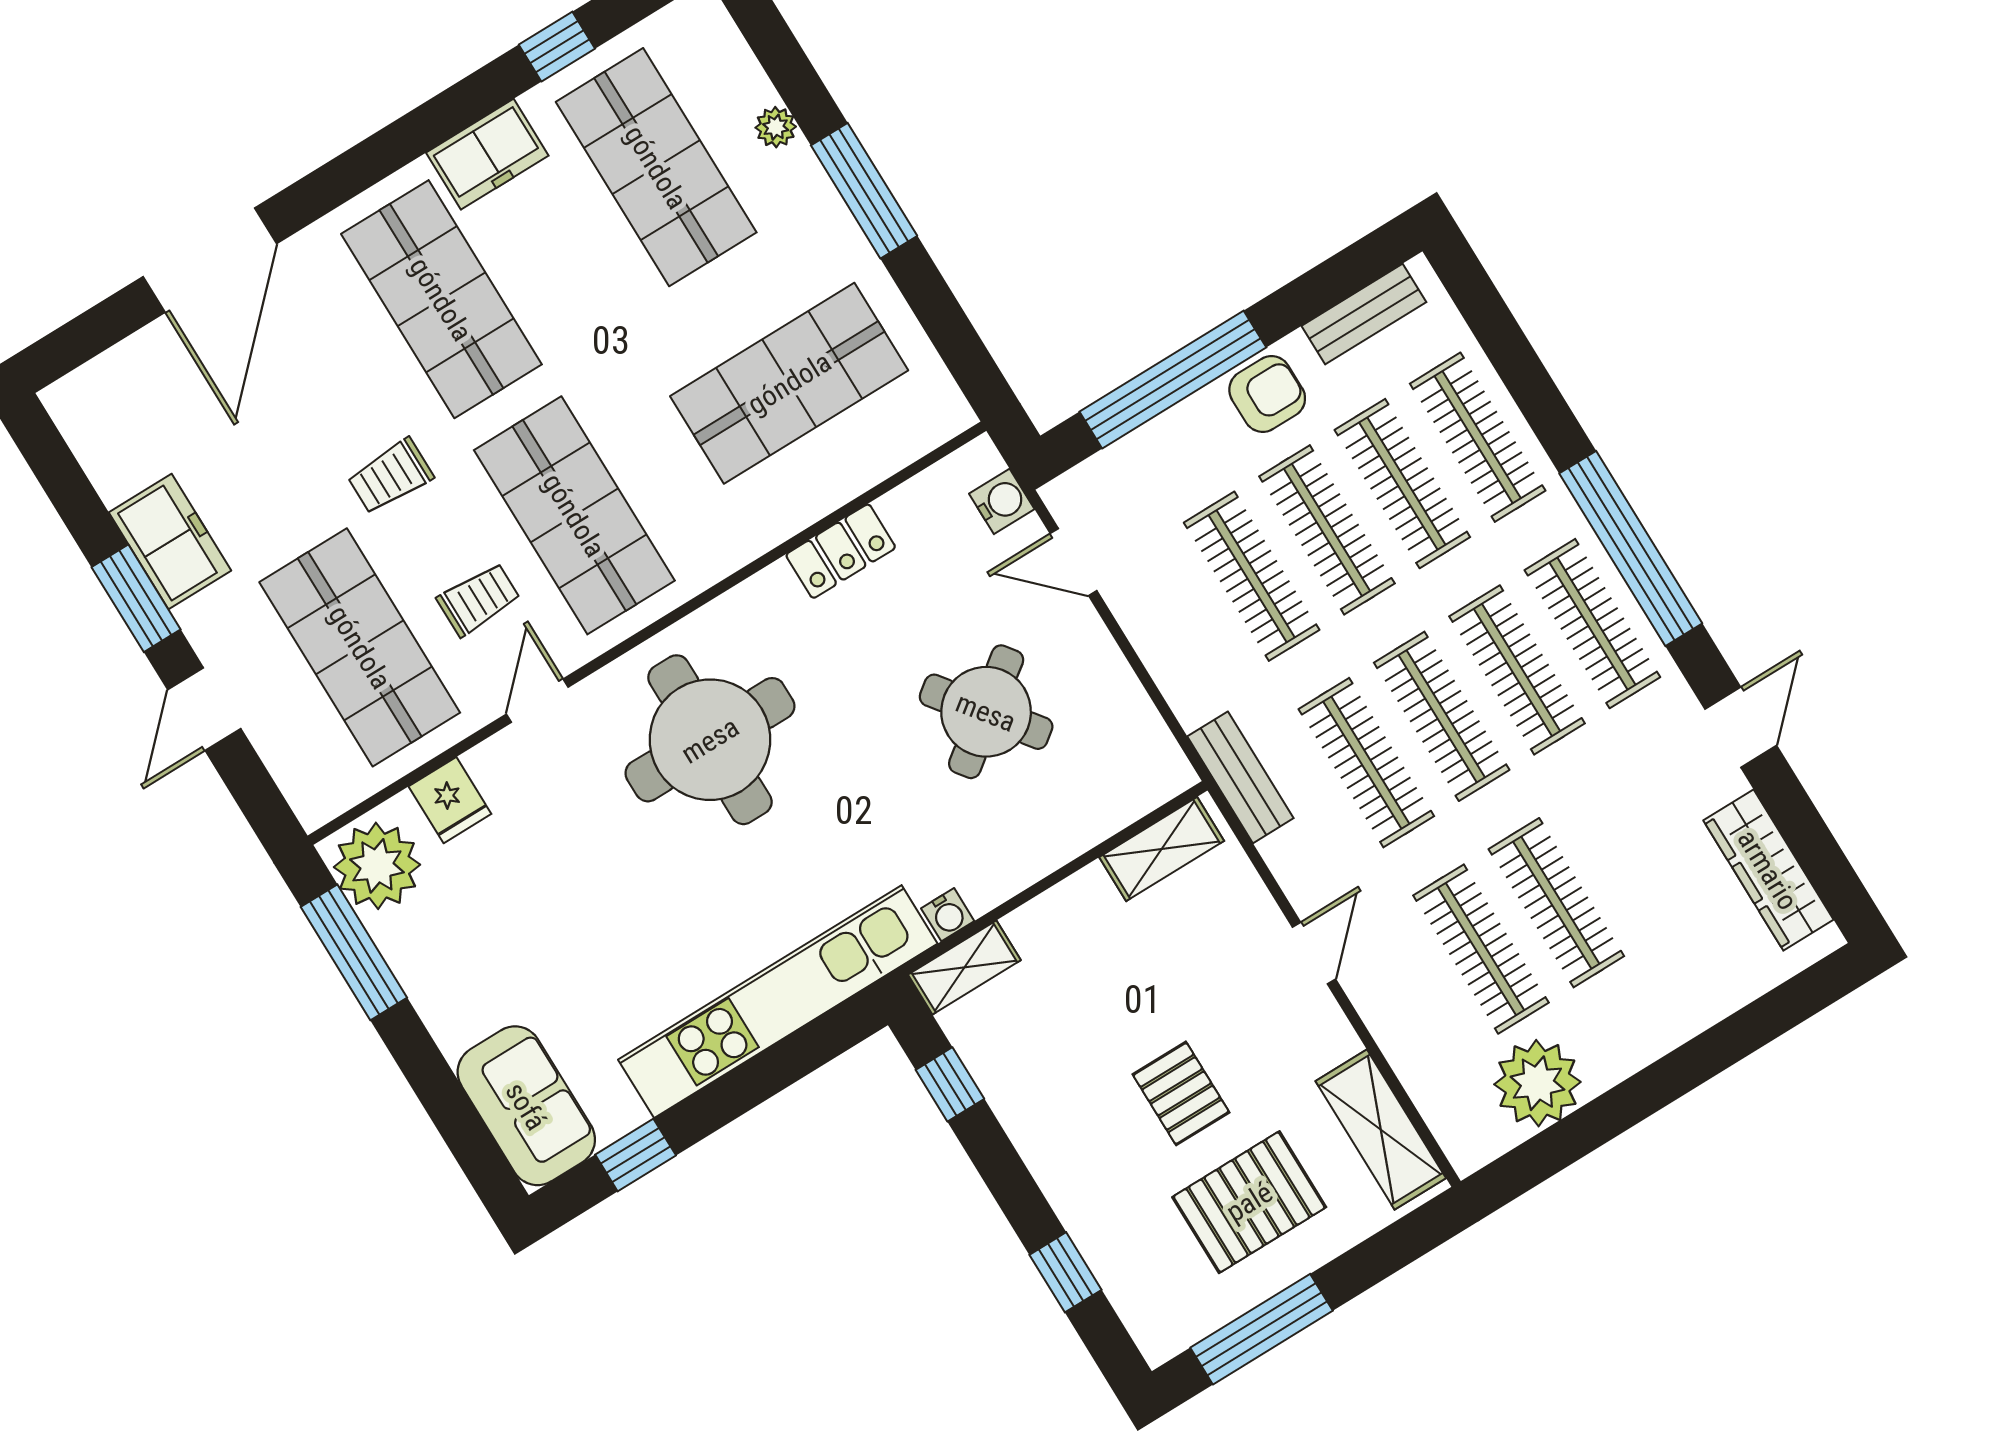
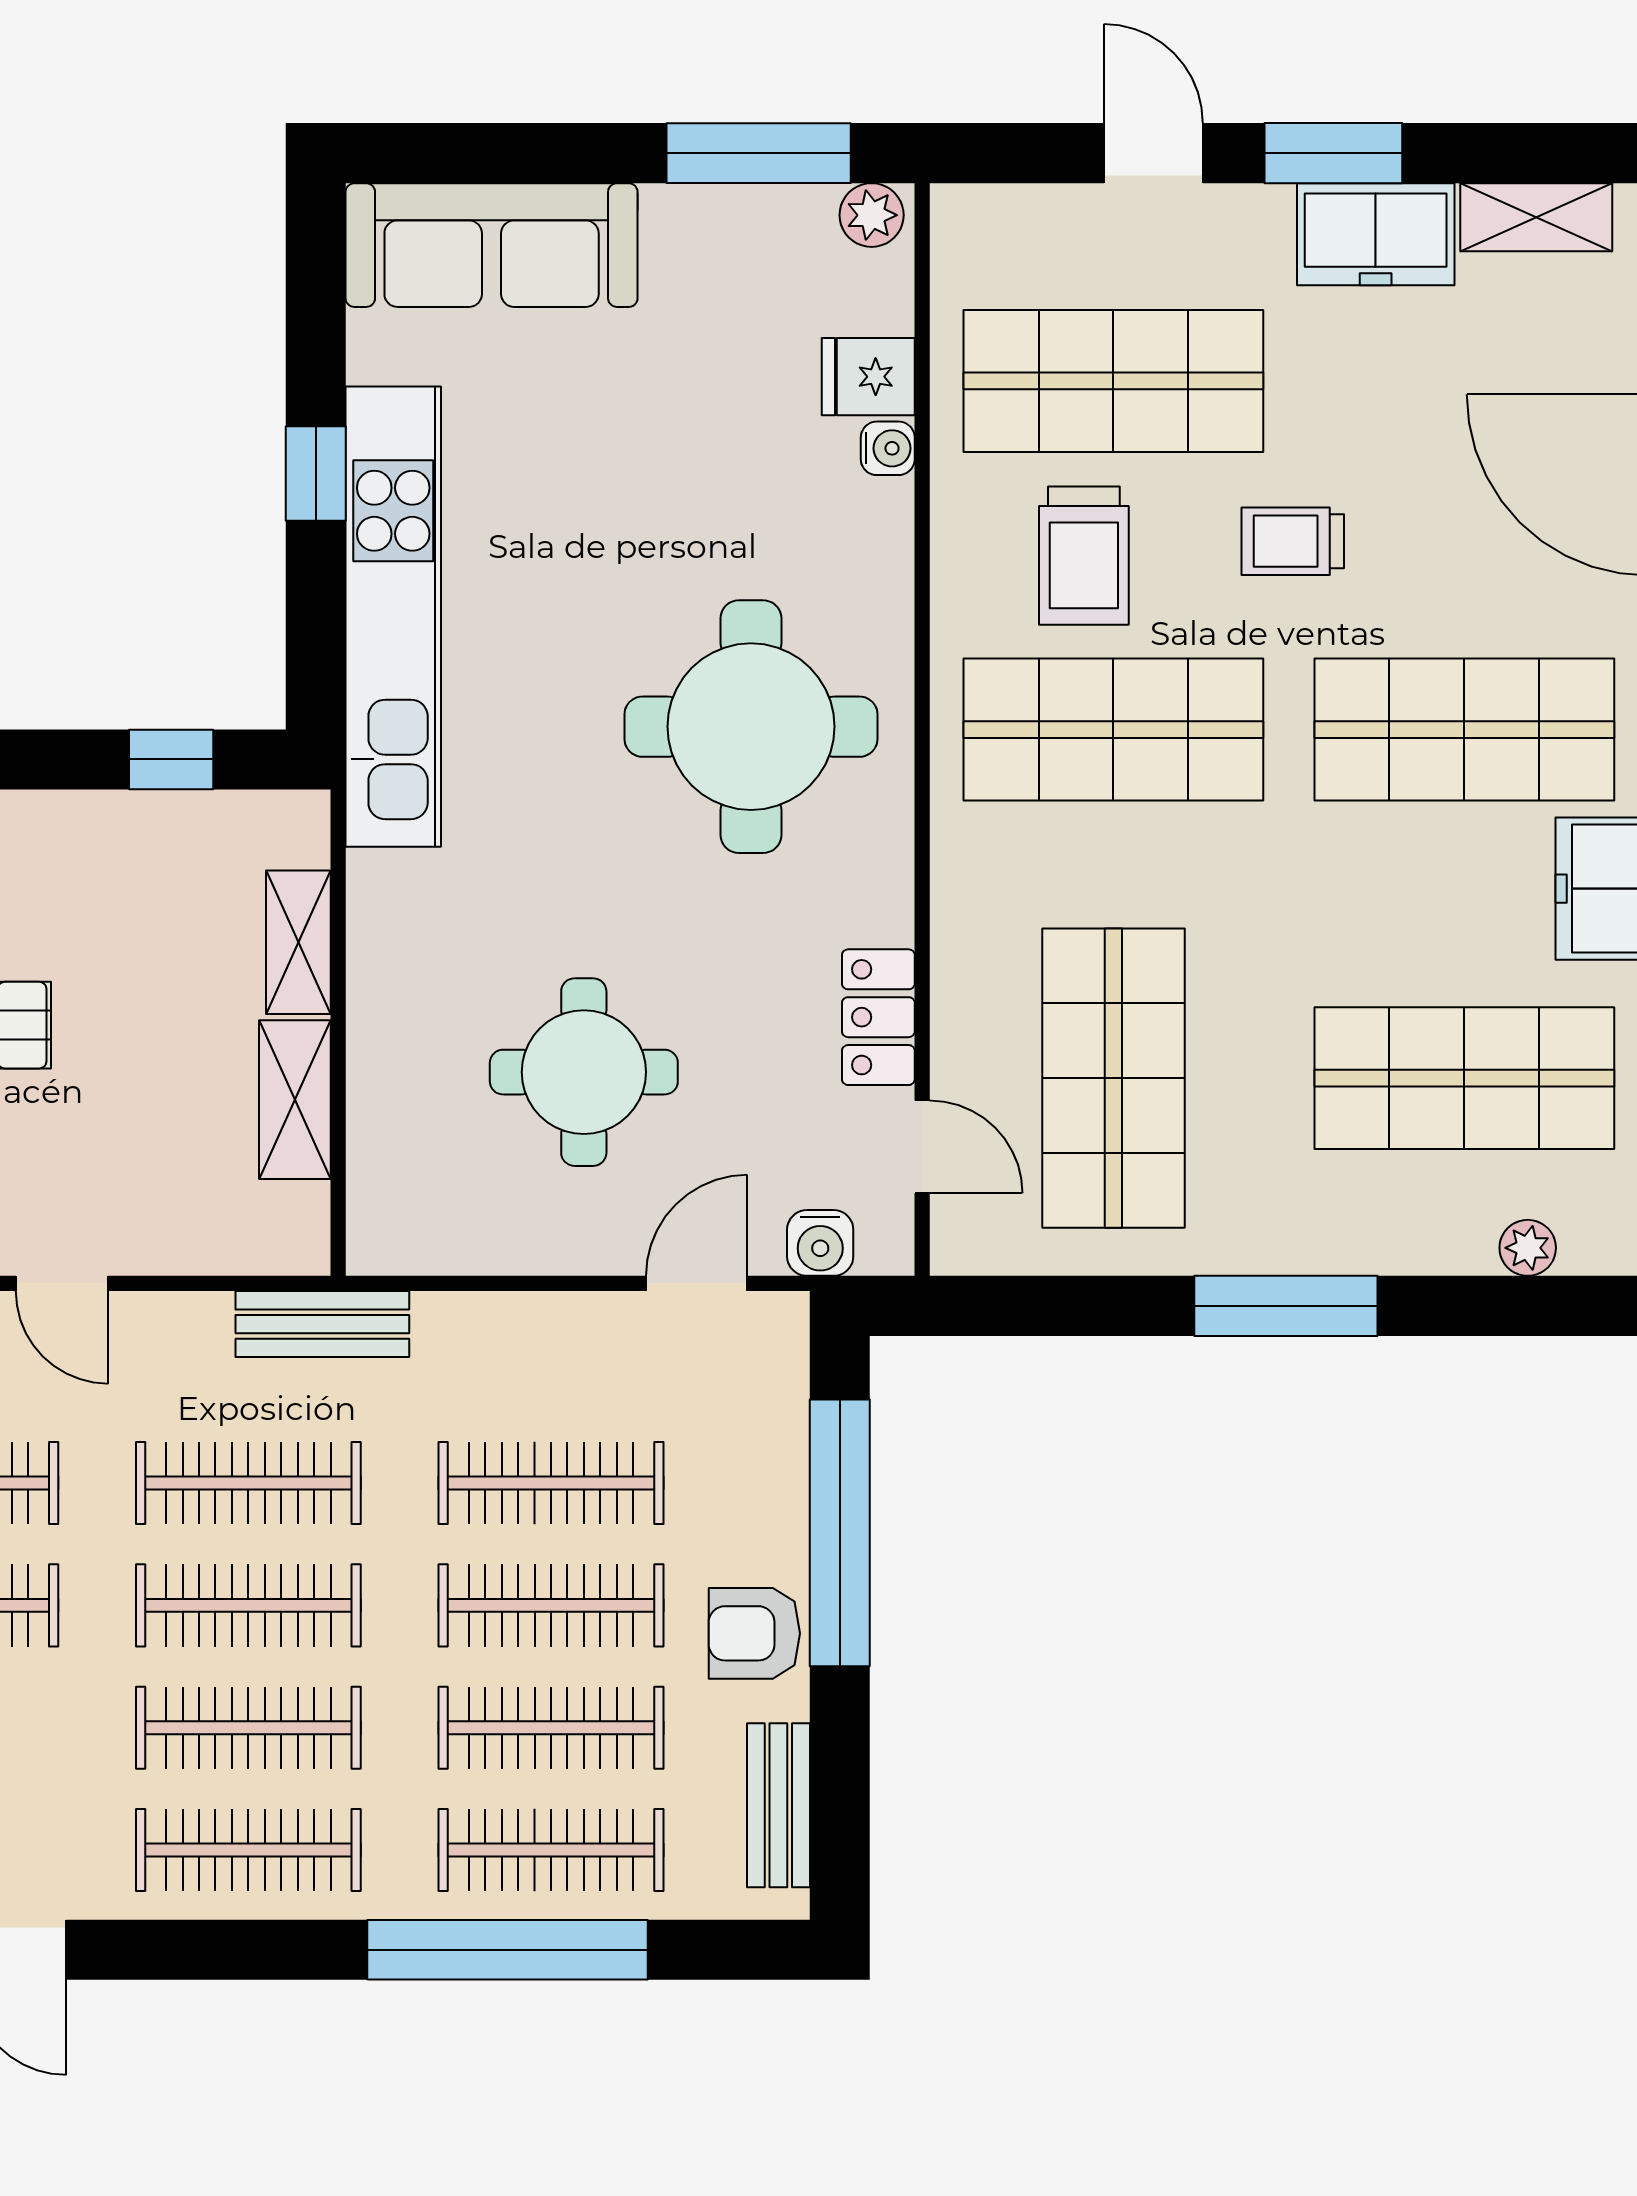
plant: (776, 127) -> (1528, 1248), moved
armchair: (1267, 394) -> (754, 1633), turned 90
shelving: (99, 449) -> (1536, 217), added
trolley: (390, 476) -> (1293, 541), turned -90
window: (1631, 548) -> (508, 1950), moved
trolley: (479, 599) -> (1084, 556), width x1.36, depth x1.39
door: (537, 701) -> (922, 1147), moved
round table: (986, 712) -> (584, 1072), turned 37
shelving: (1162, 849) -> (295, 1100), moved
plant: (377, 866) -> (872, 215), width x0.53, depth x0.53
water cooler: (948, 915) -> (888, 448), moved, turned 180
shelving: (964, 967) -> (298, 942), moved
sofa: (526, 1106) -> (492, 245), width x1.36
window: (636, 1155) -> (316, 474), moved

